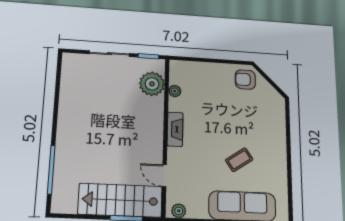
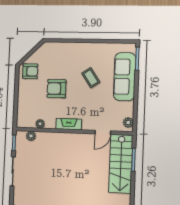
armchair: (245, 80) -> (30, 71), turned -90
plant: (152, 84) -> (31, 136), width x0.53, depth x0.53
armchair: (223, 114) -> (56, 89), added

